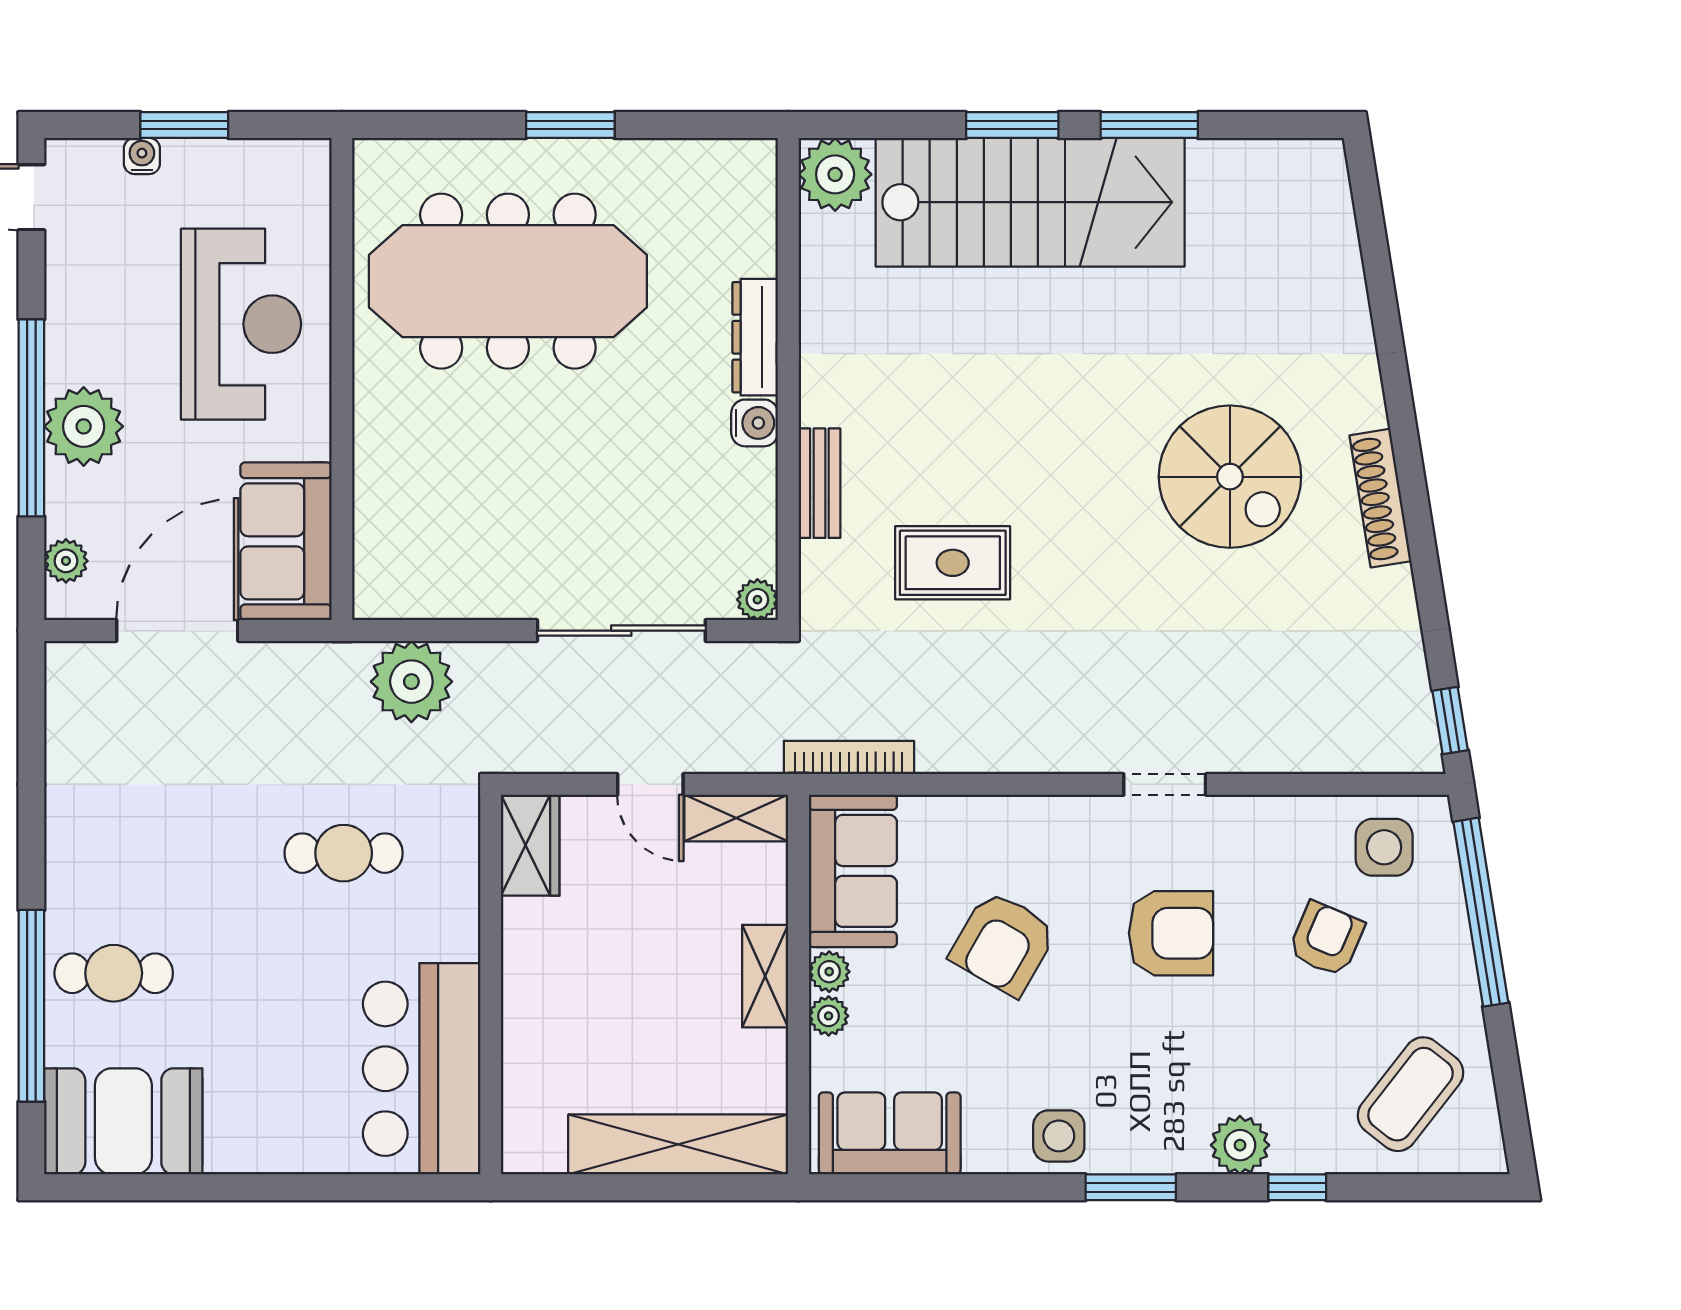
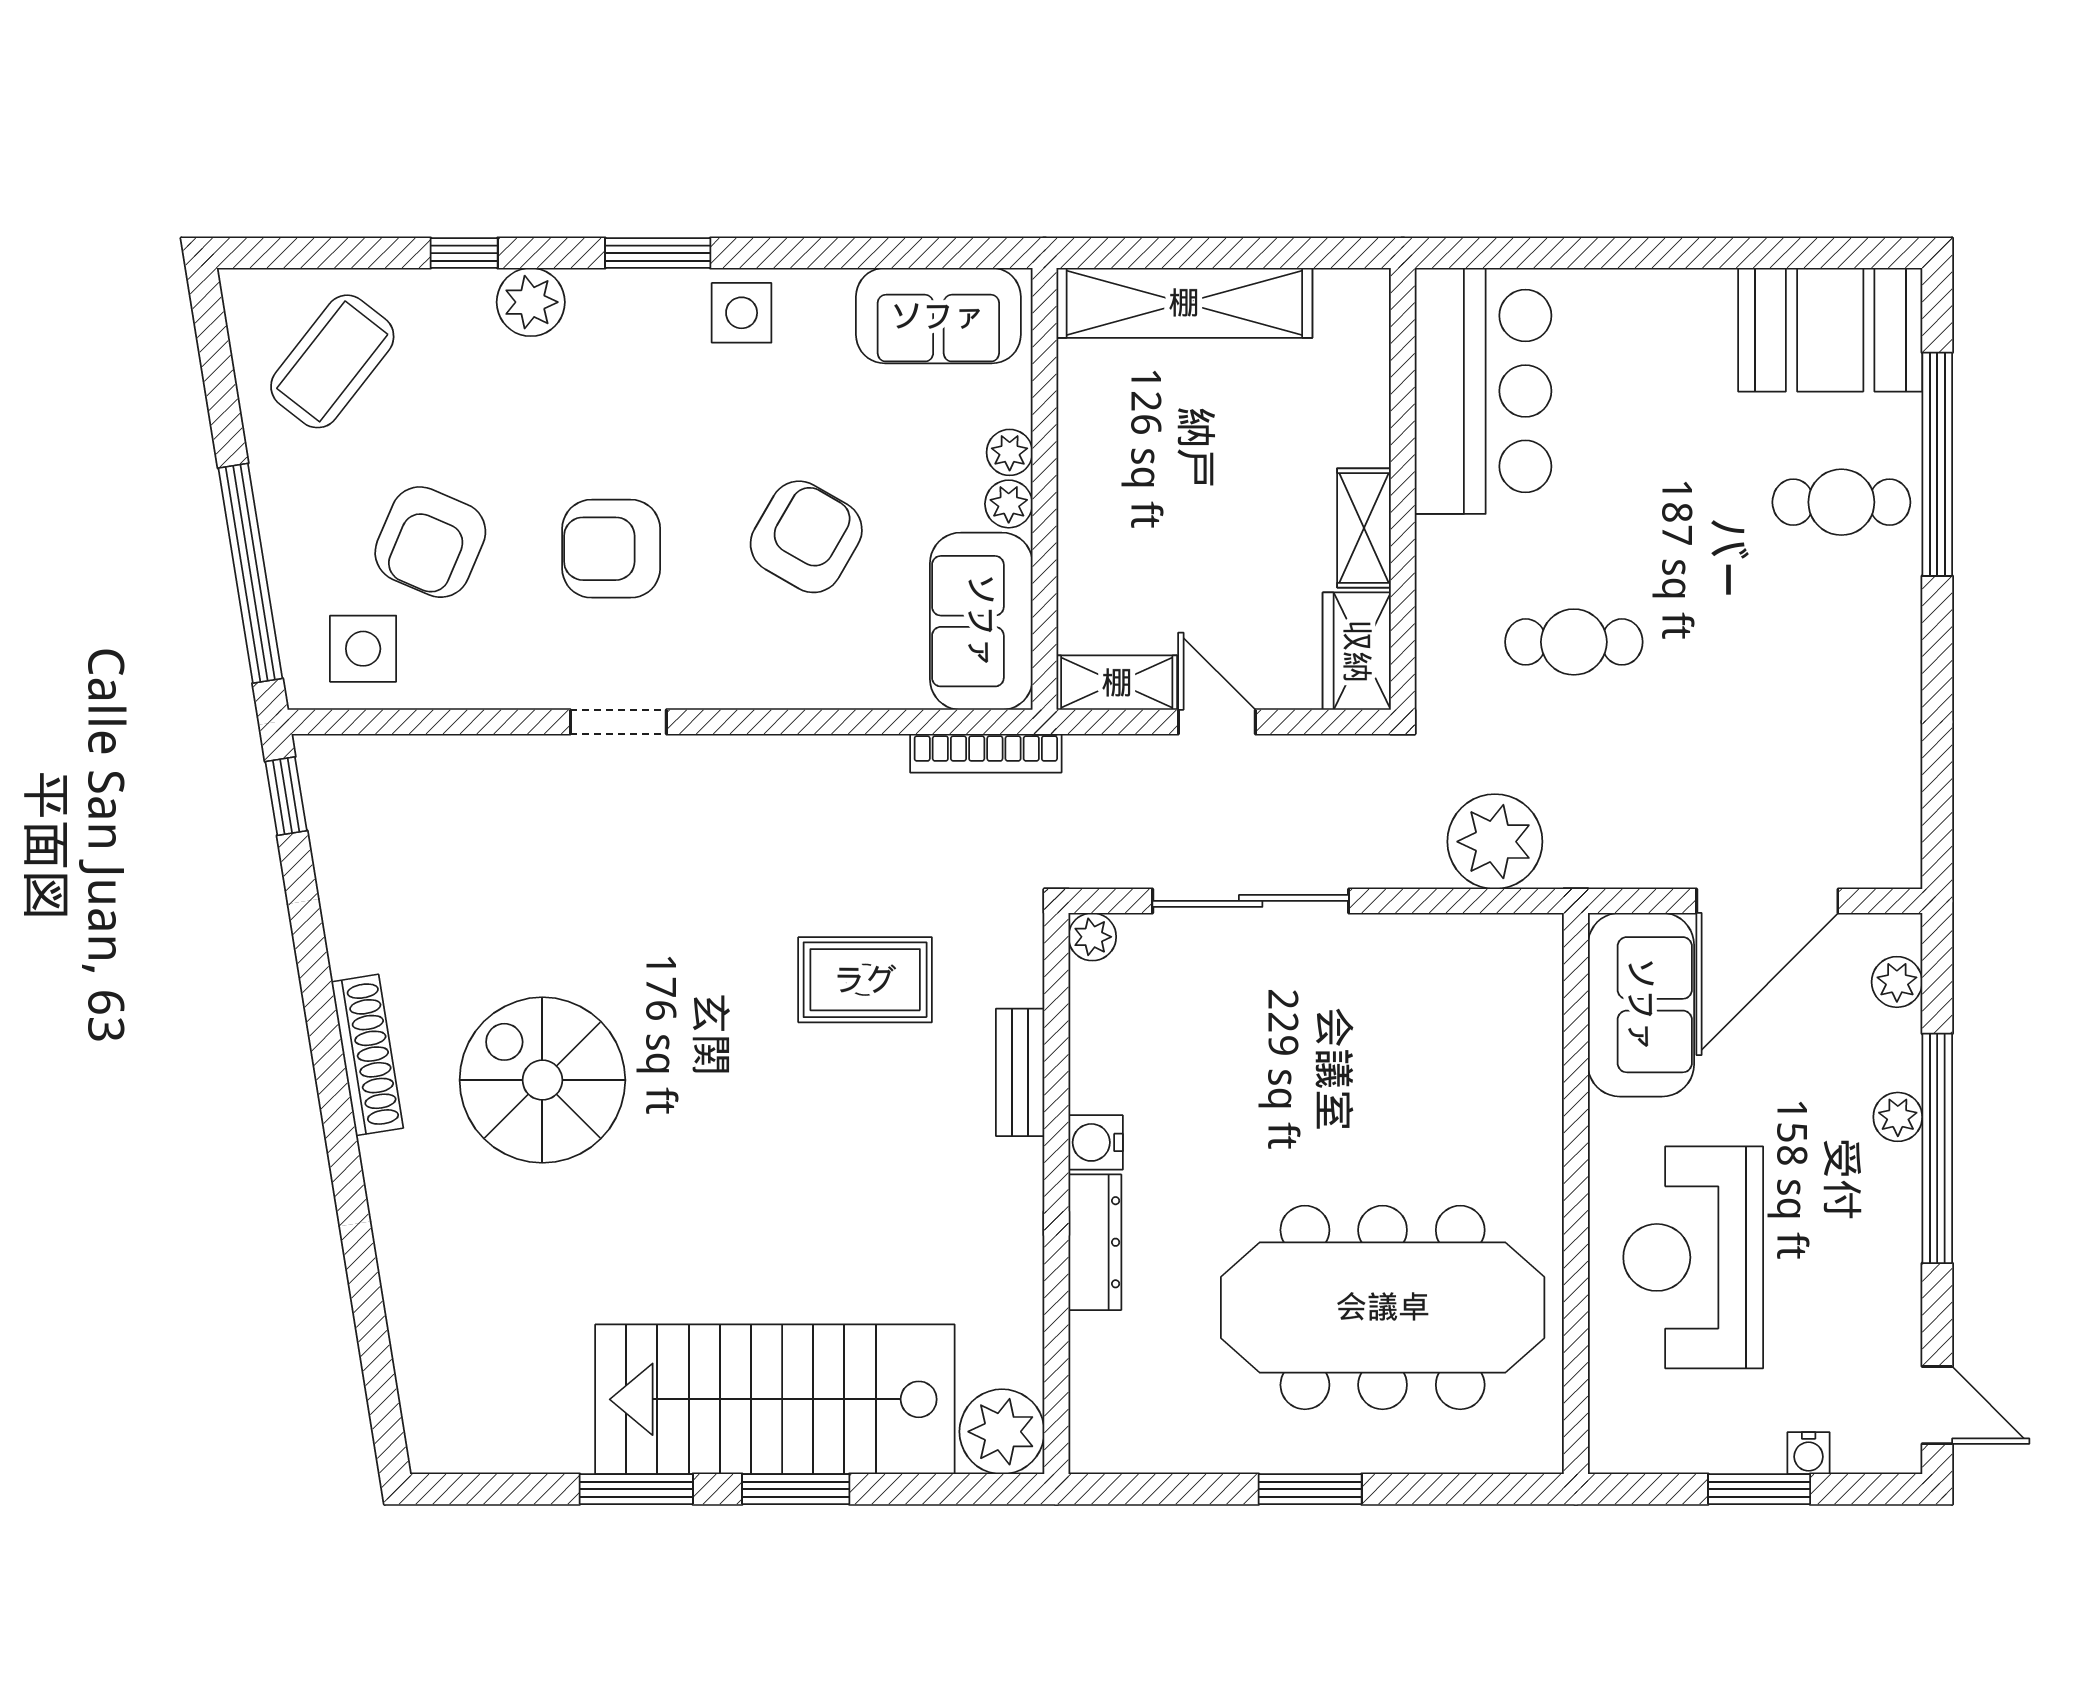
plant: (84, 426) -> (1898, 1117), width x0.53, depth x0.53
armchair: (1326, 939) -> (430, 542), width x1.38, depth x1.38
shelving: (765, 976) -> (1364, 528), moved

